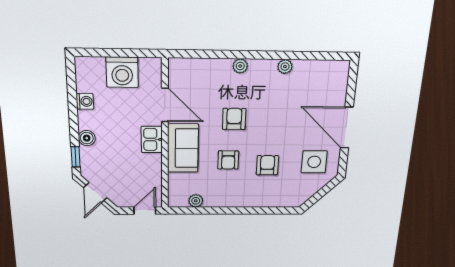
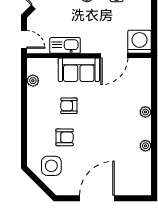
washing machine: (122, 72) -> (139, 42), moved, turned 90
armchair: (234, 119) -> (103, 109), removed
kitchen sink: (152, 139) -> (65, 45), moved, width x1.38
side table: (314, 162) -> (51, 166), moved

